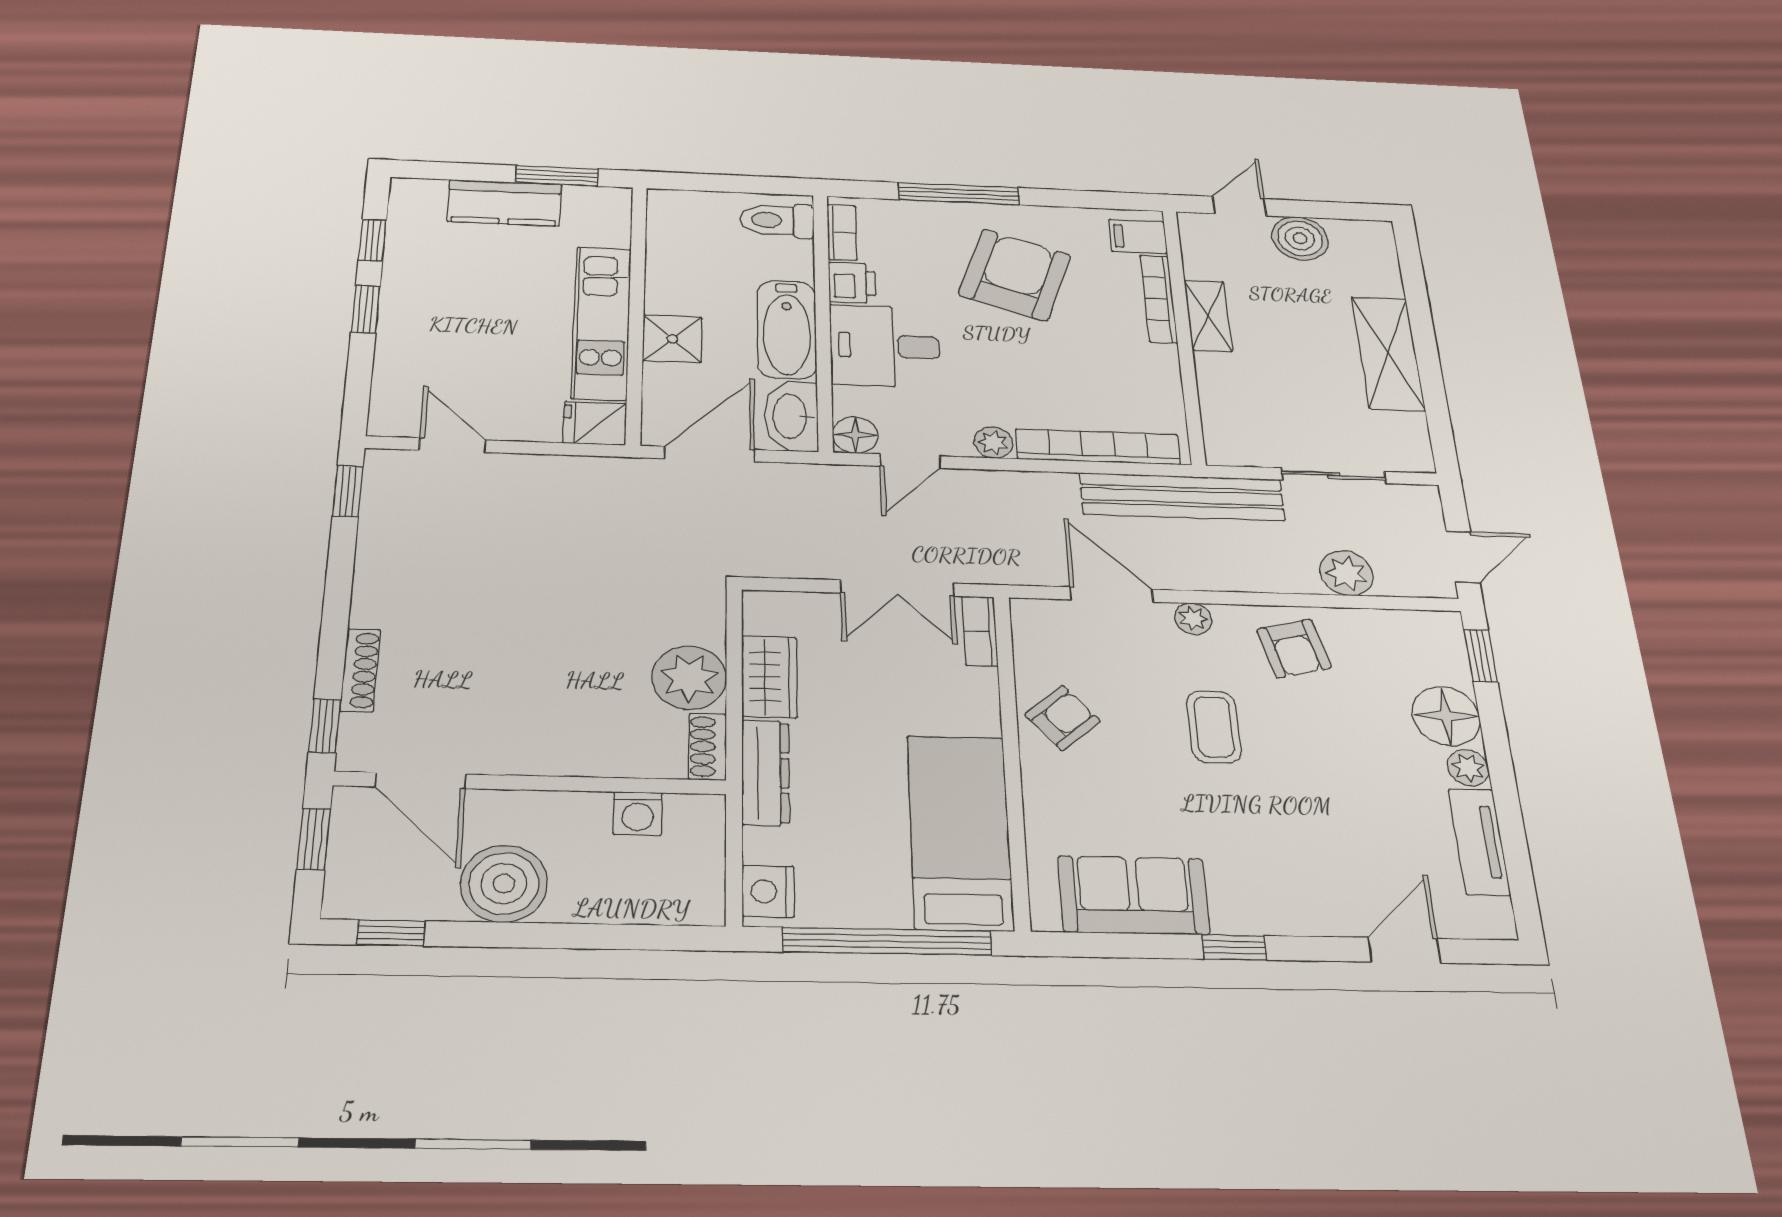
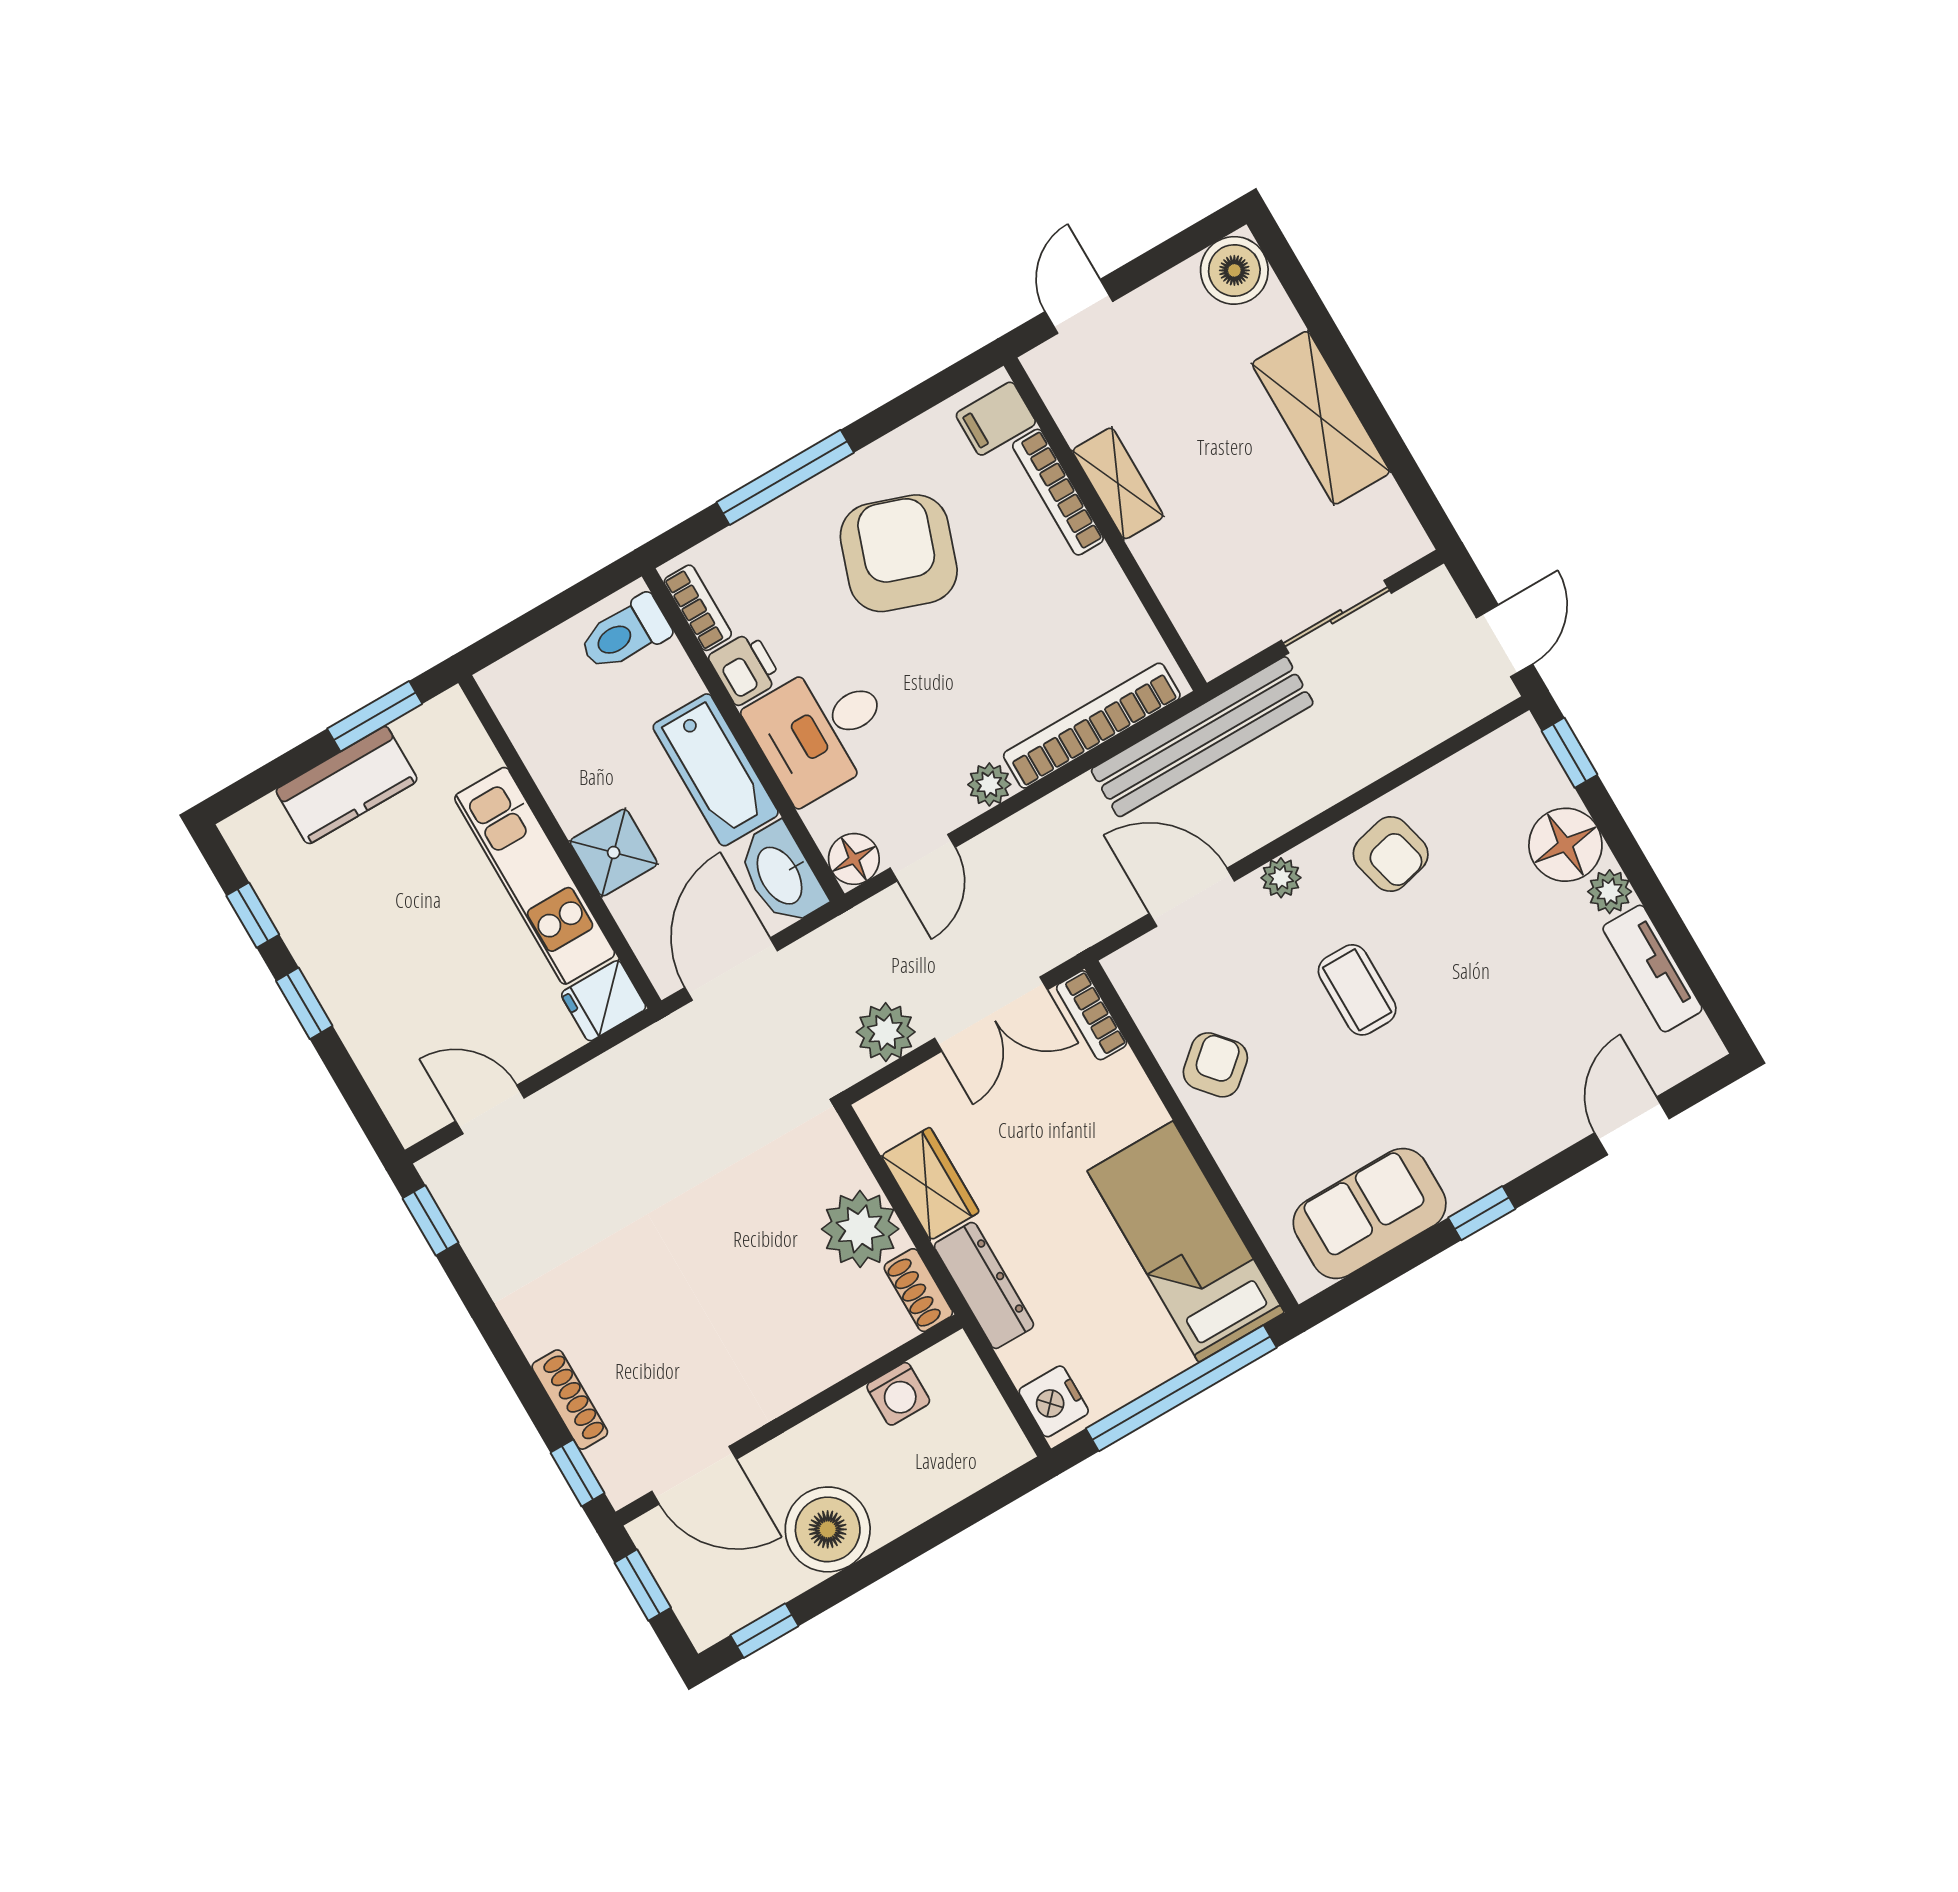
boiler: (1300, 238) -> (1234, 270), moved
plant: (1346, 573) -> (886, 1032), moved

